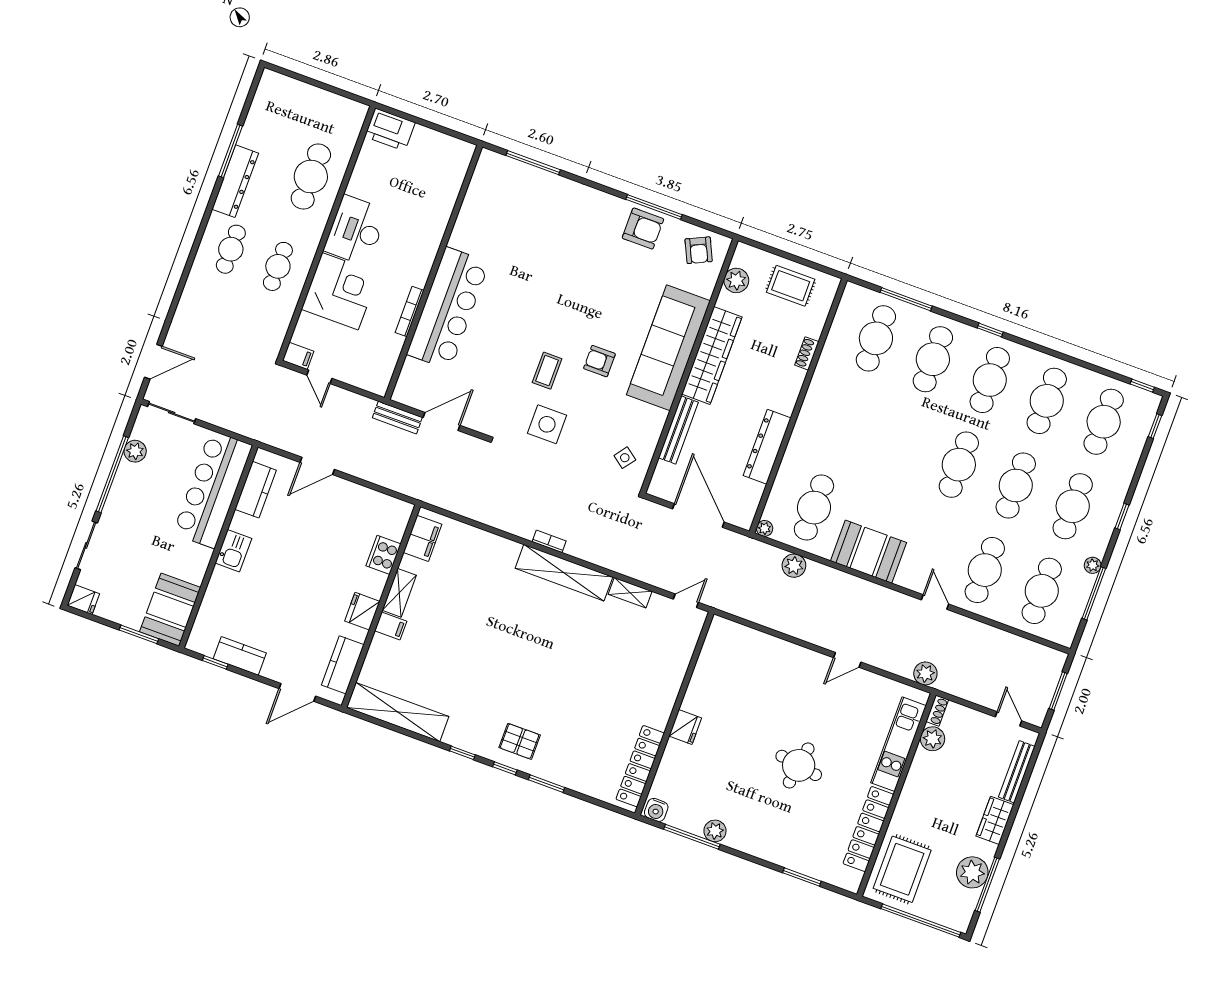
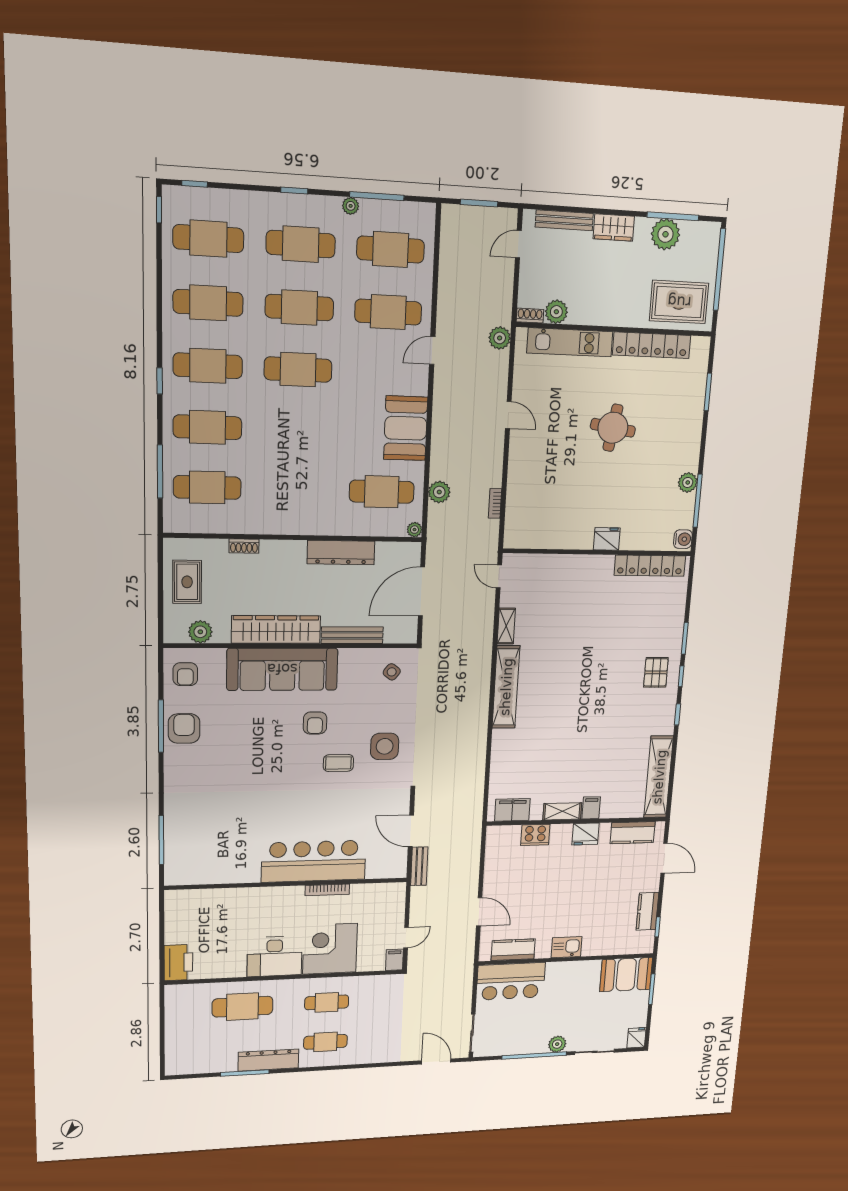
armchair: (699, 250) -> (185, 674), turned 115
plant: (135, 451) -> (557, 1044), moved
bar counter: (213, 489) -> (511, 981), width x0.73
bookcase: (549, 541) -> (495, 503), moved

